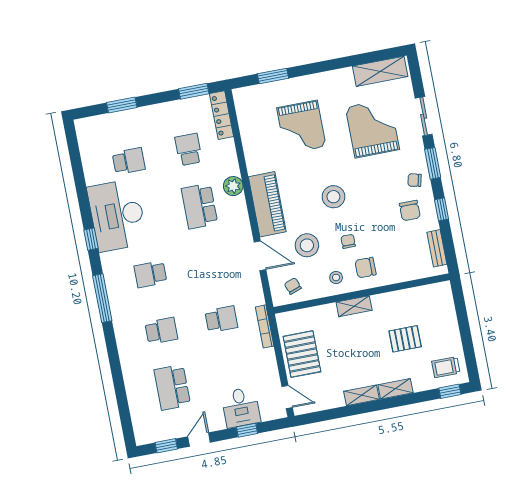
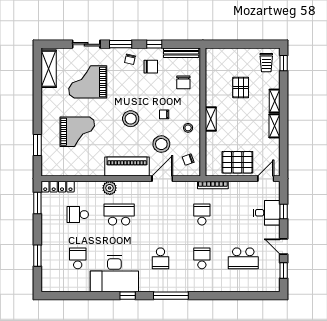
school desk: (199, 206) -> (119, 215), turned 180
bench: (437, 248) -> (181, 53), width x1.36
chair: (366, 268) -> (183, 82), moved

